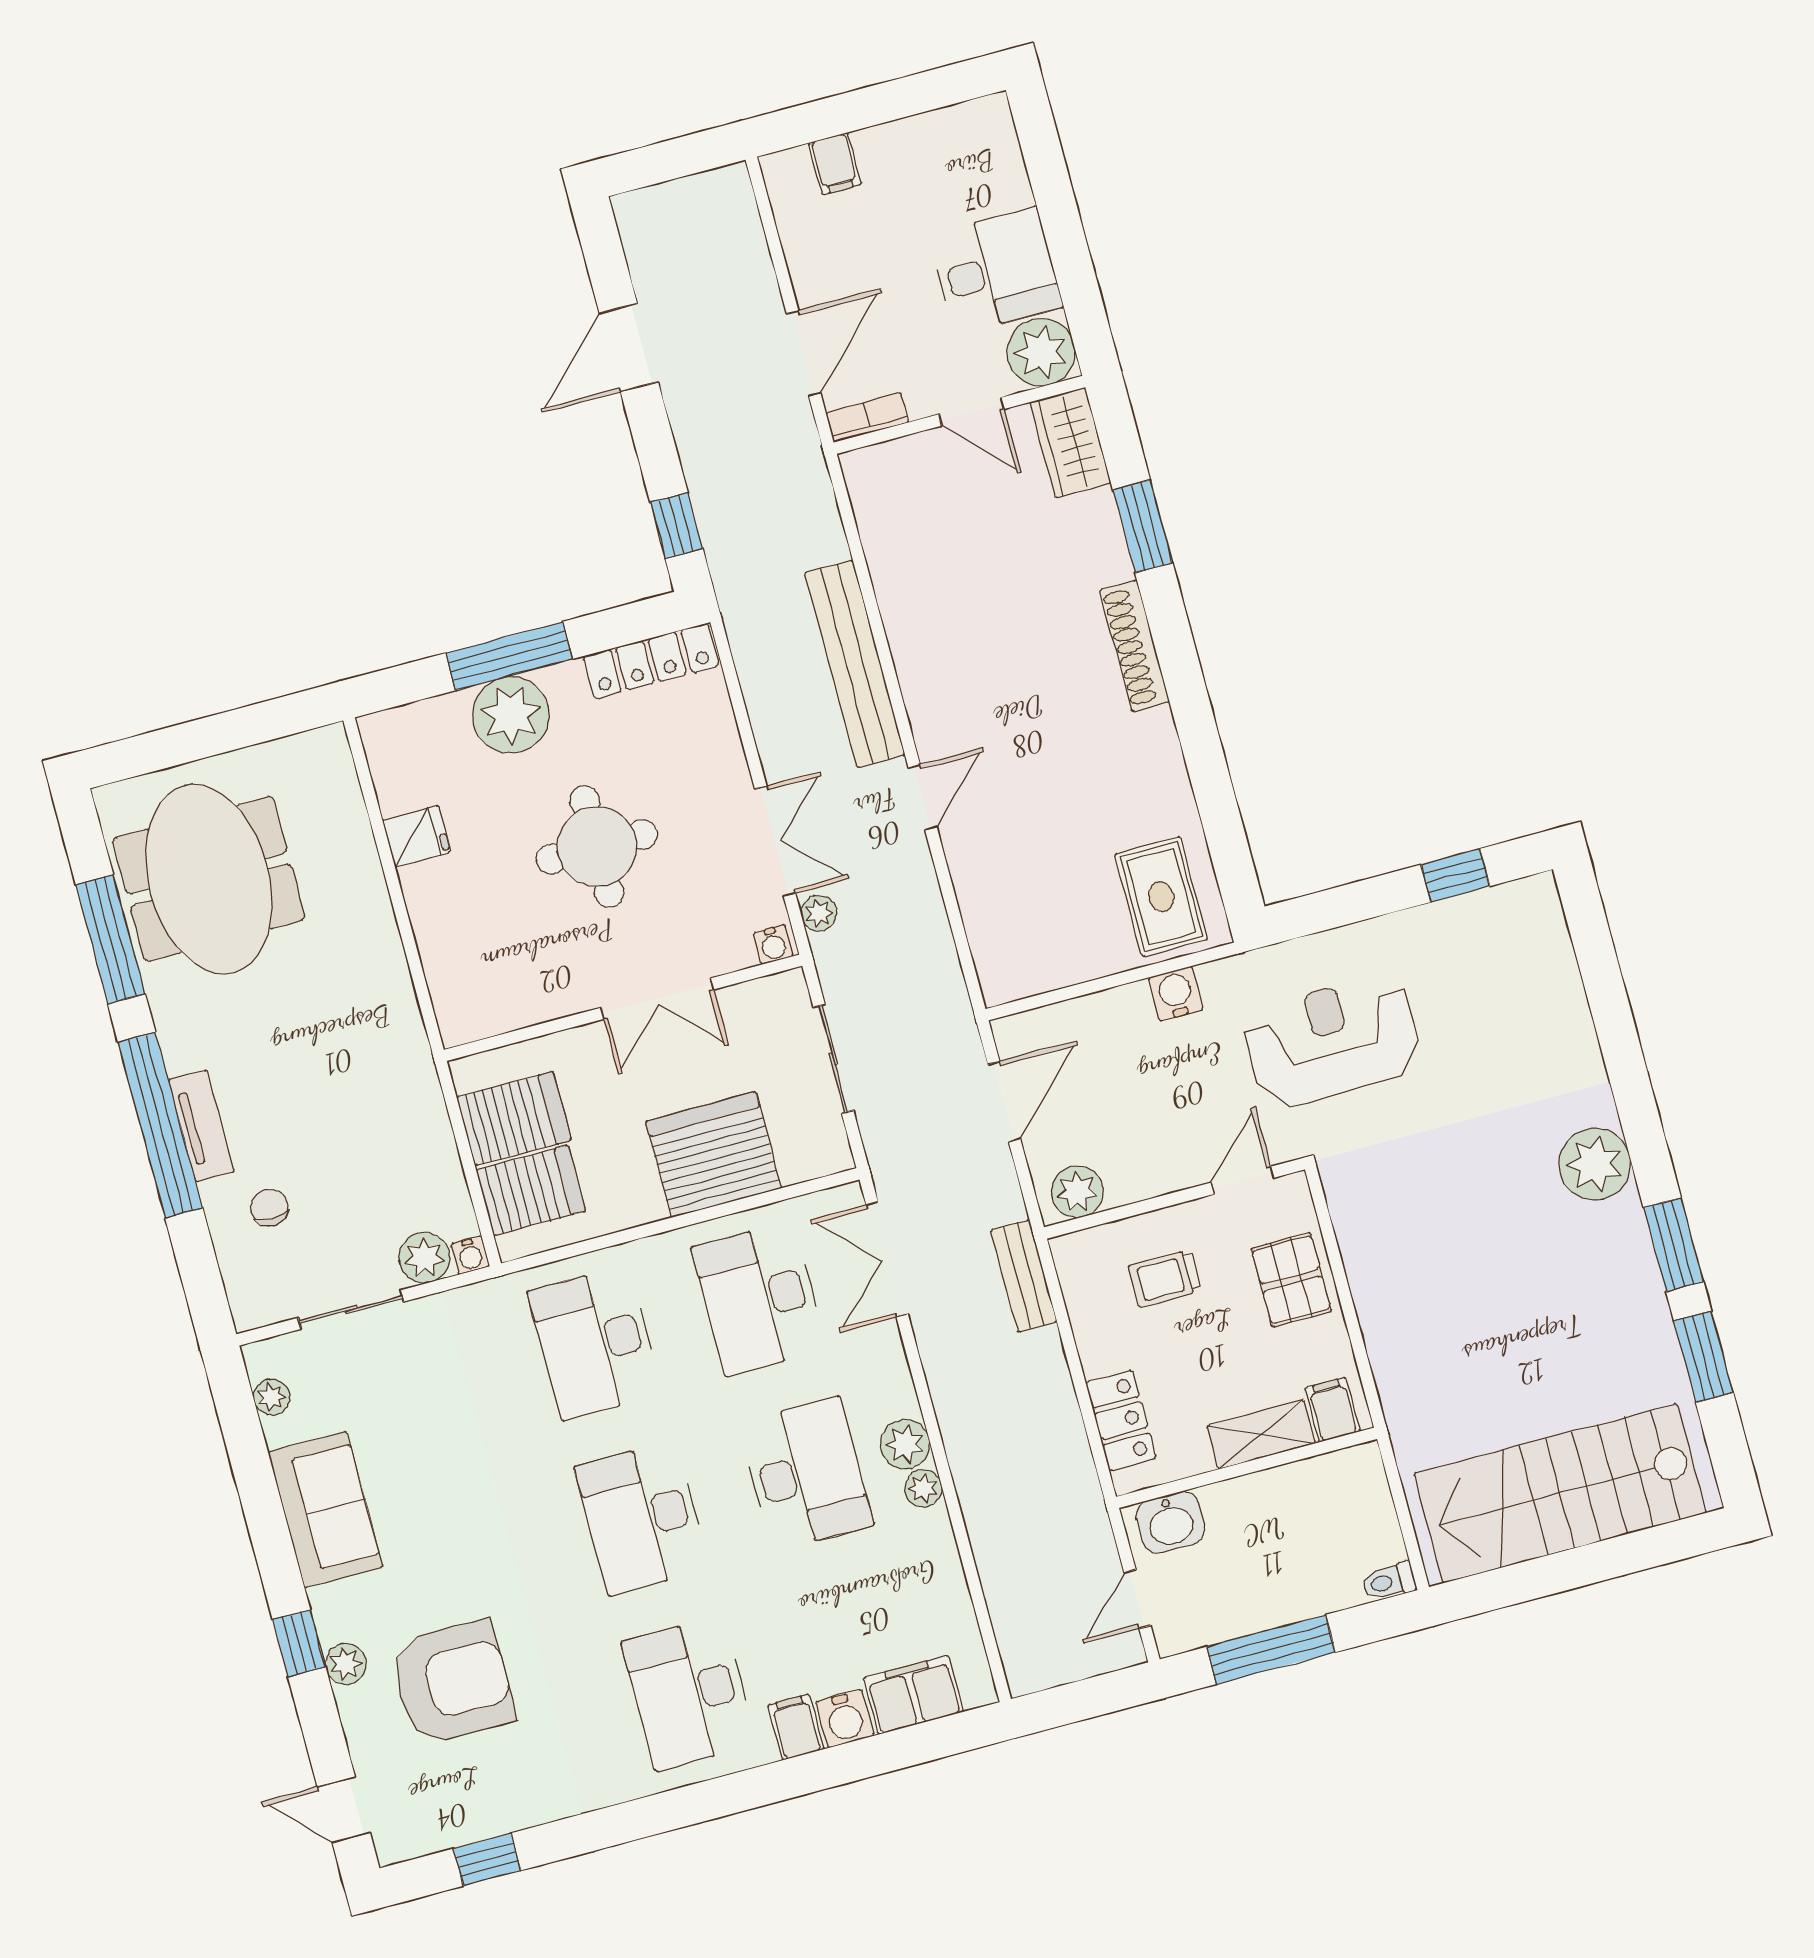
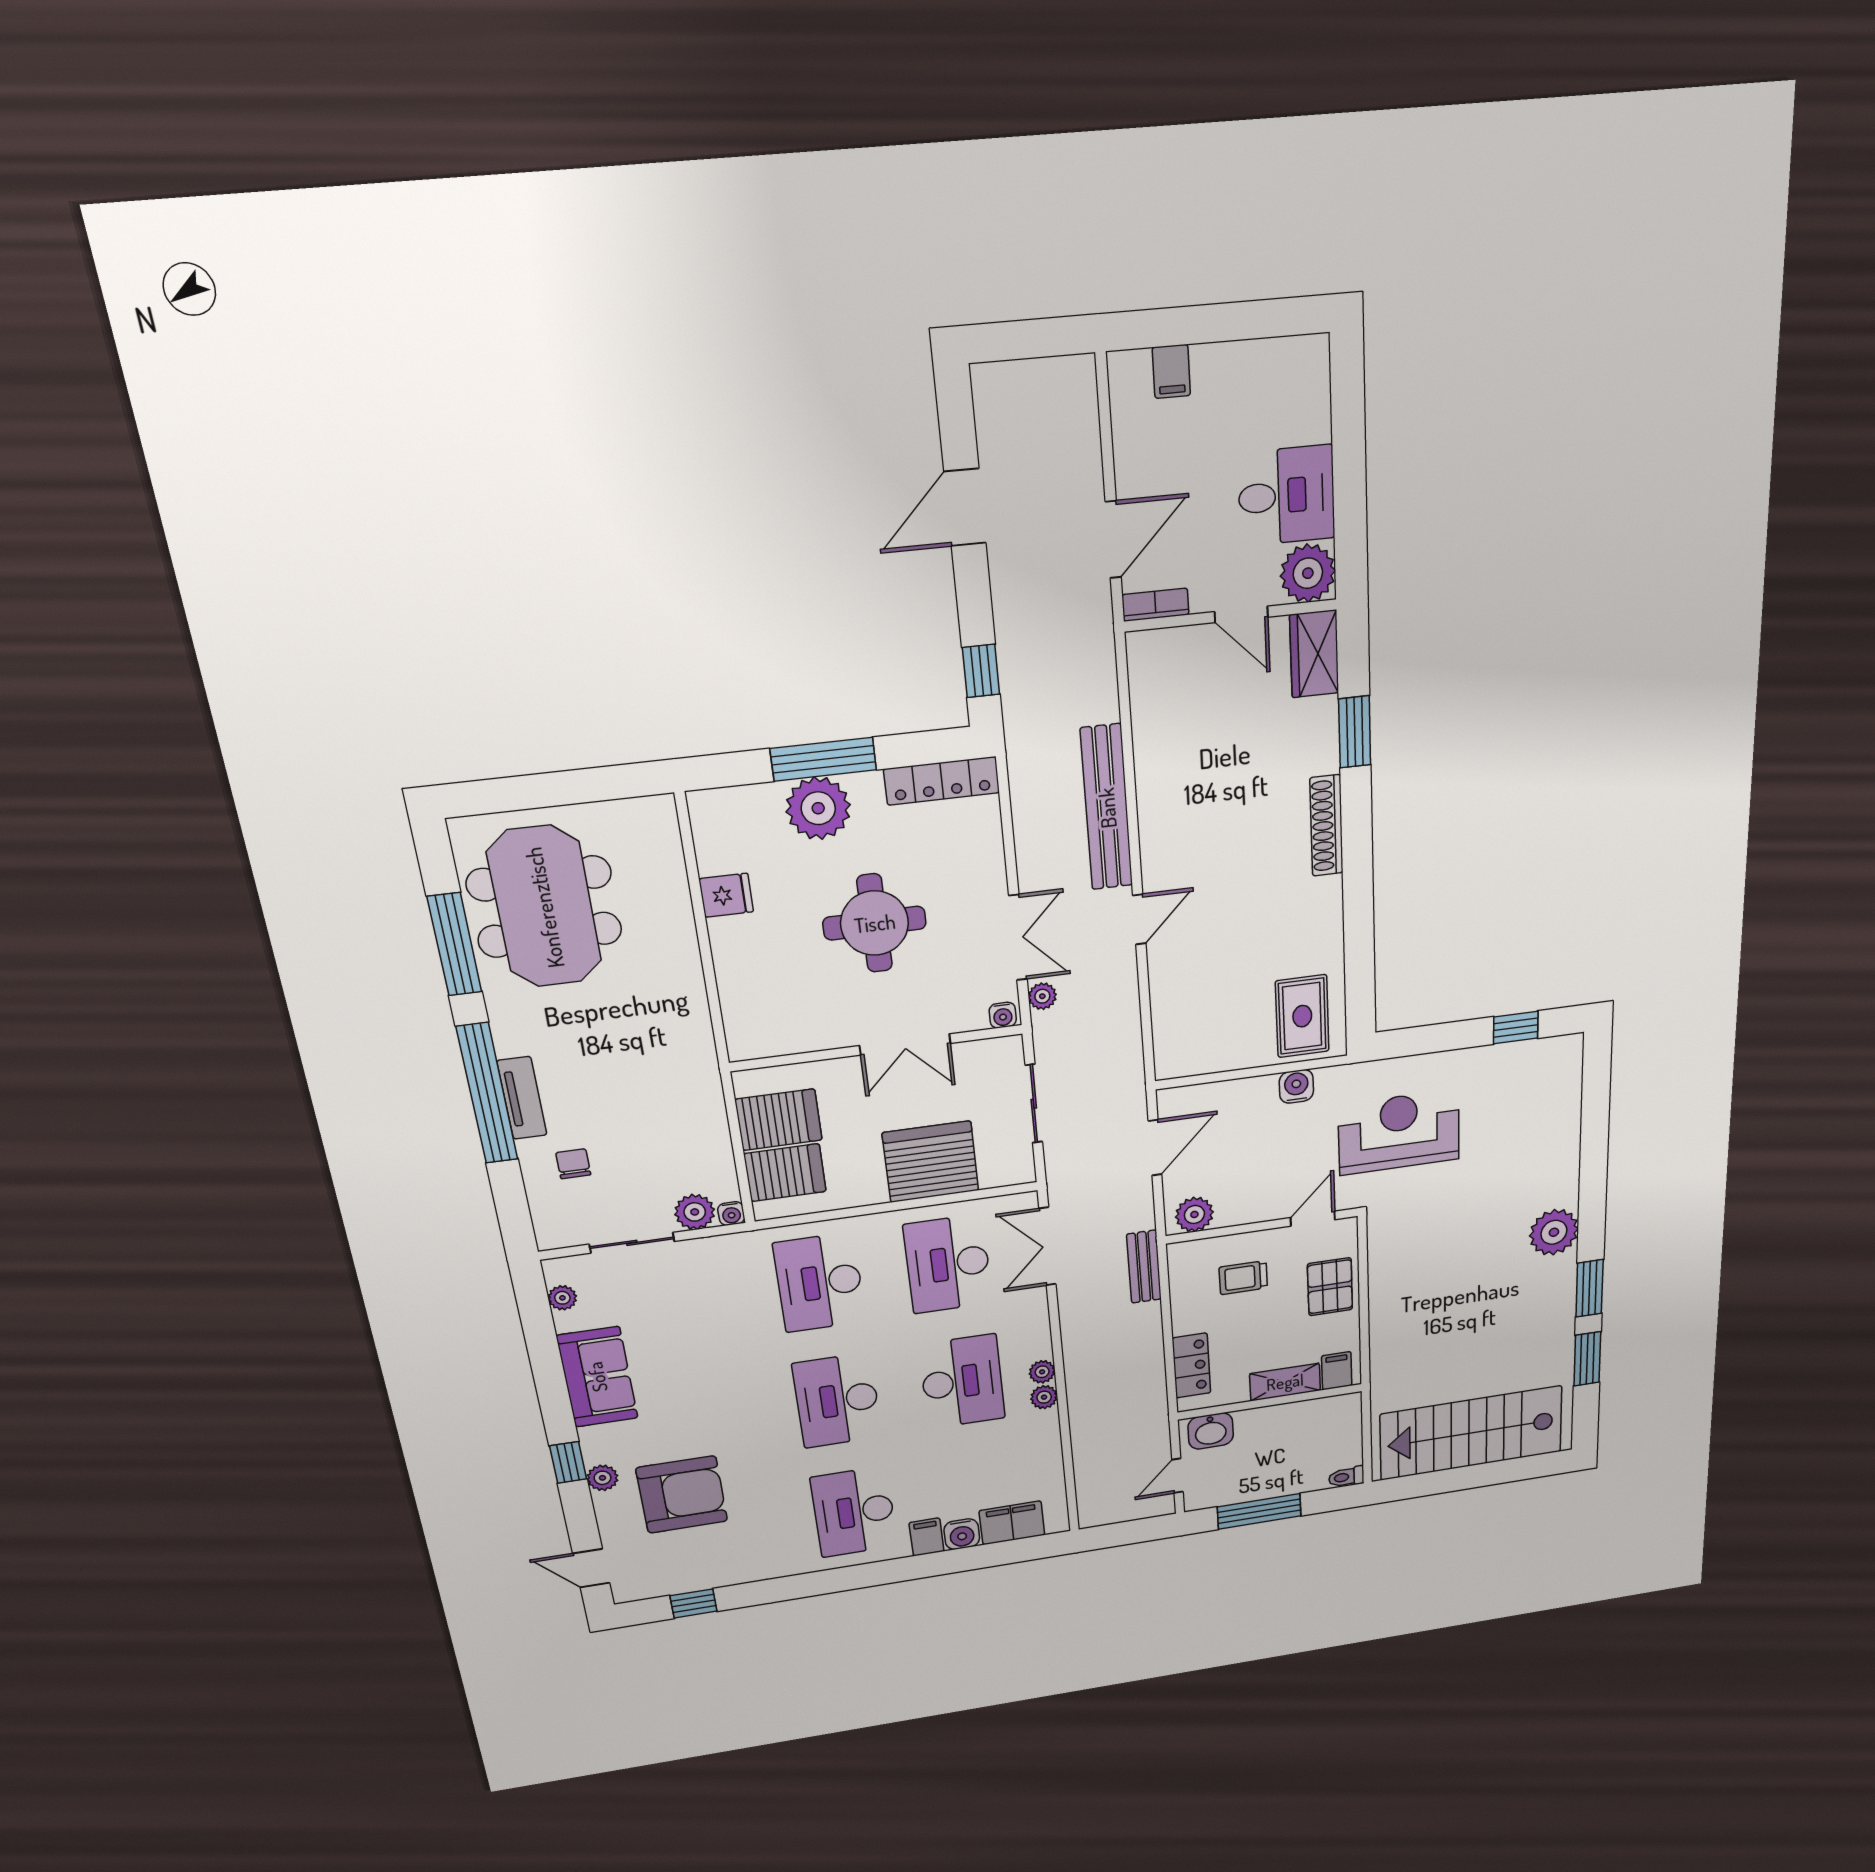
plant: (905, 1444) -> (1042, 1372), width x0.73, depth x0.73

